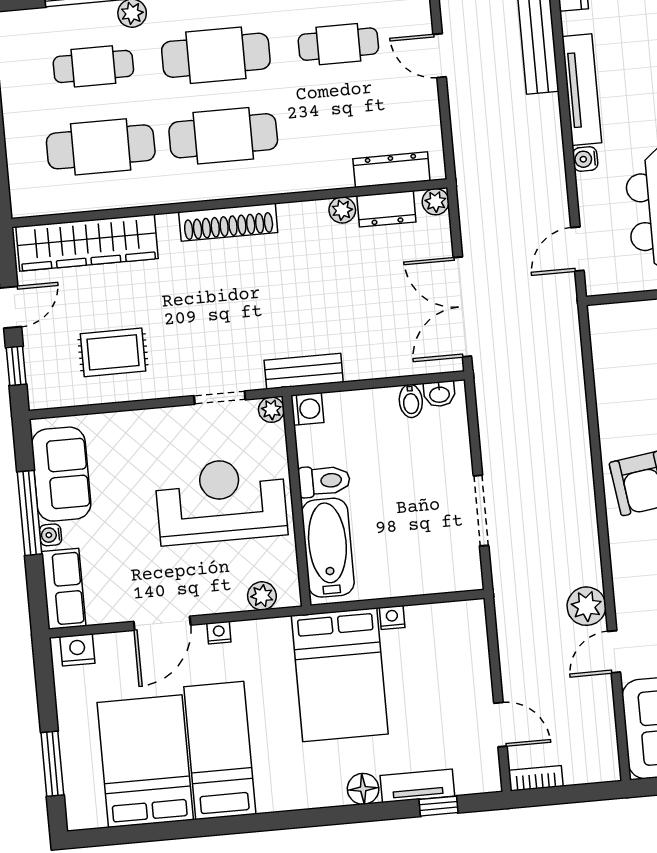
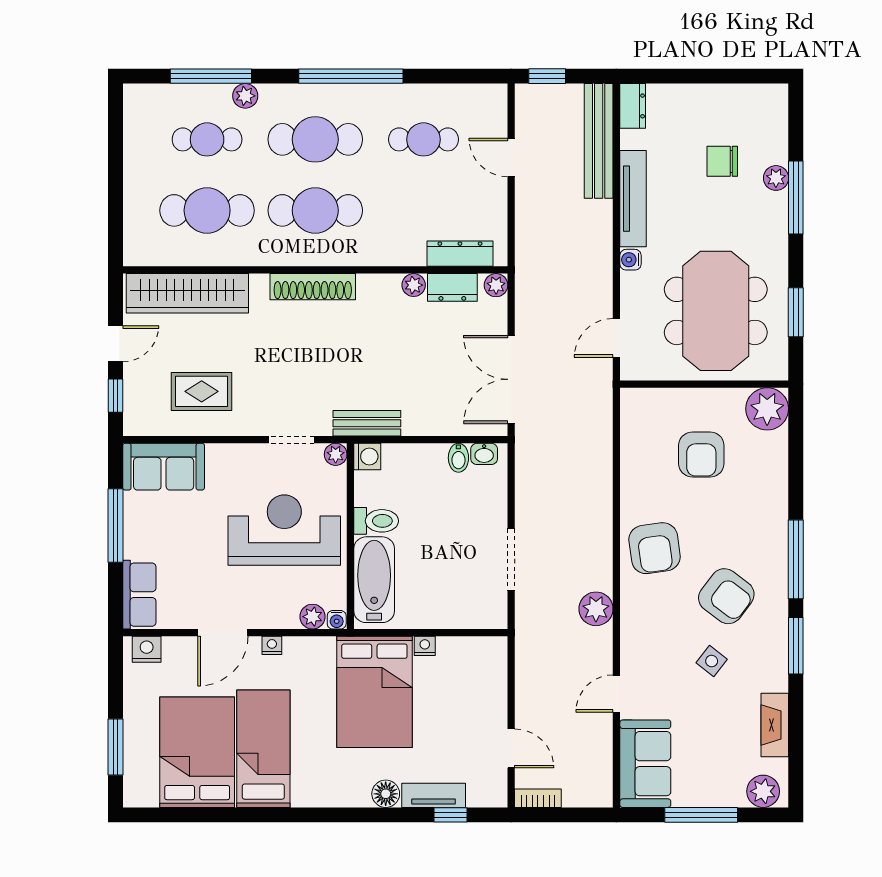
sofa: (61, 474) -> (164, 467), moved, turned 90
water cooler: (51, 535) -> (337, 620), moved, turned -90
plant: (586, 606) -> (596, 609), moved

